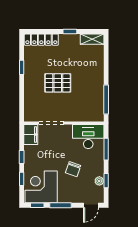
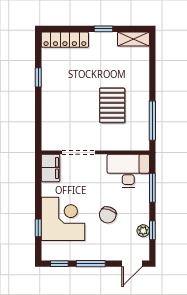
pallet: (58, 83) -> (112, 105), moved, turned 90
window: (22, 157) -> (38, 198), removed
corner desk: (41, 187) -> (63, 219), moved, turned 90

